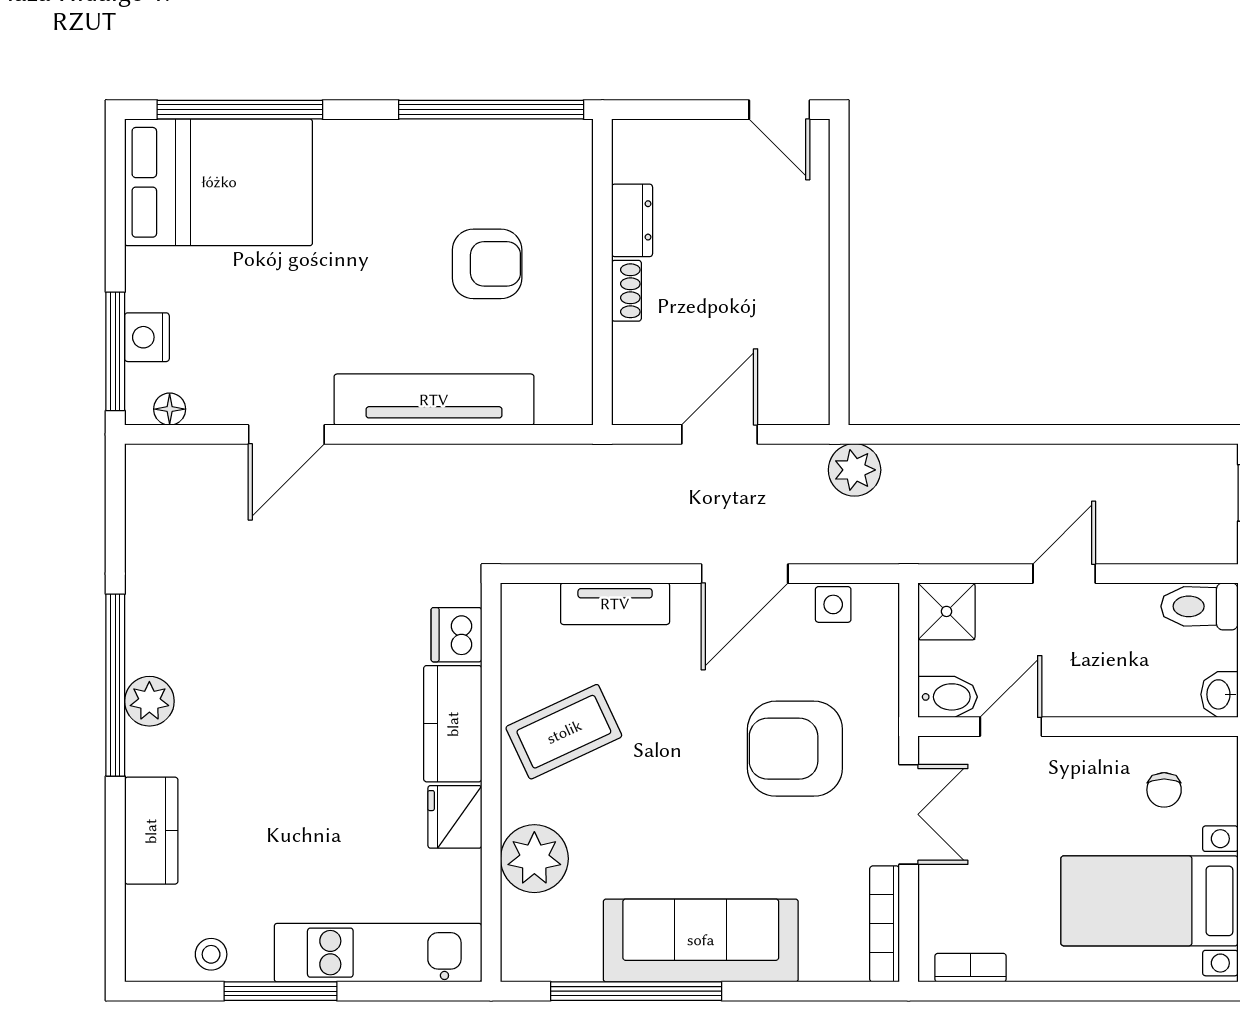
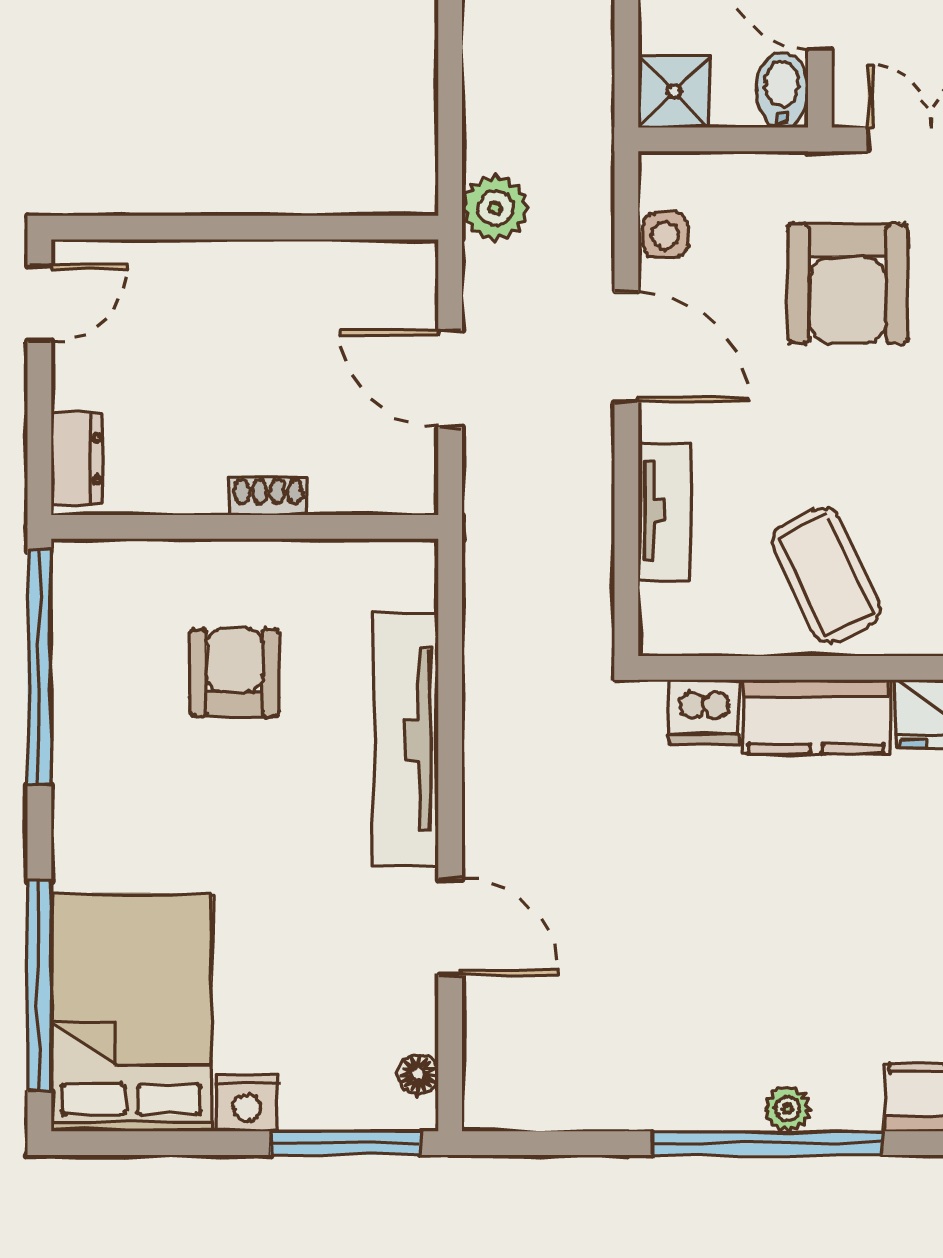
dresser: (632, 220) -> (77, 459), moved, turned 90
nightstand: (147, 337) -> (247, 1103), moved
plant: (149, 701) -> (788, 1109), width x0.73, depth x0.73

